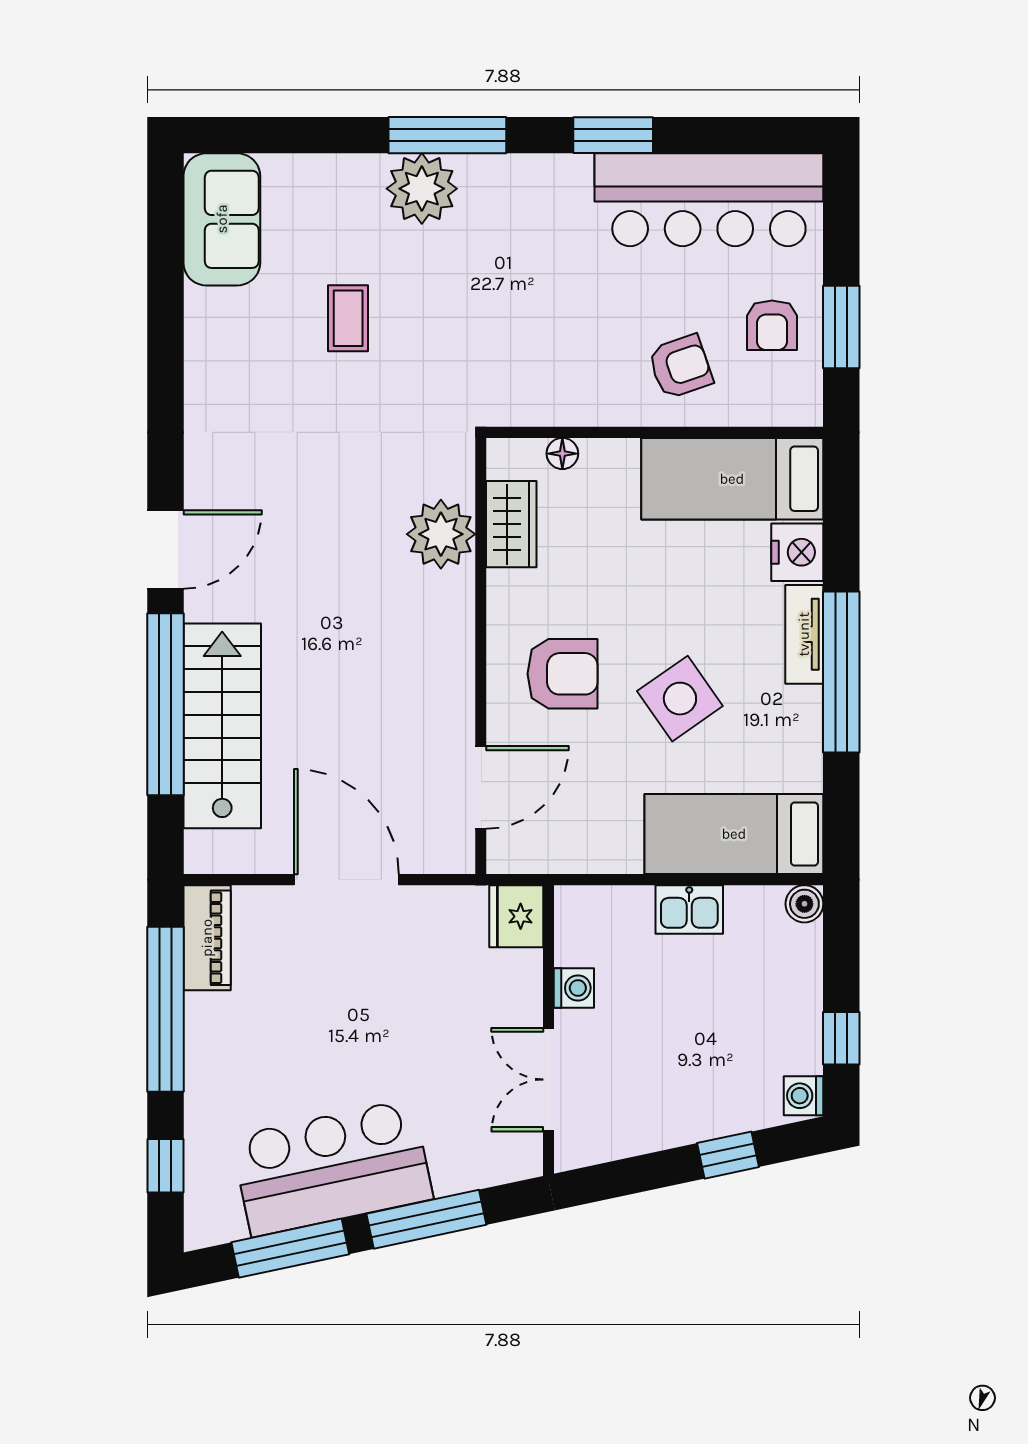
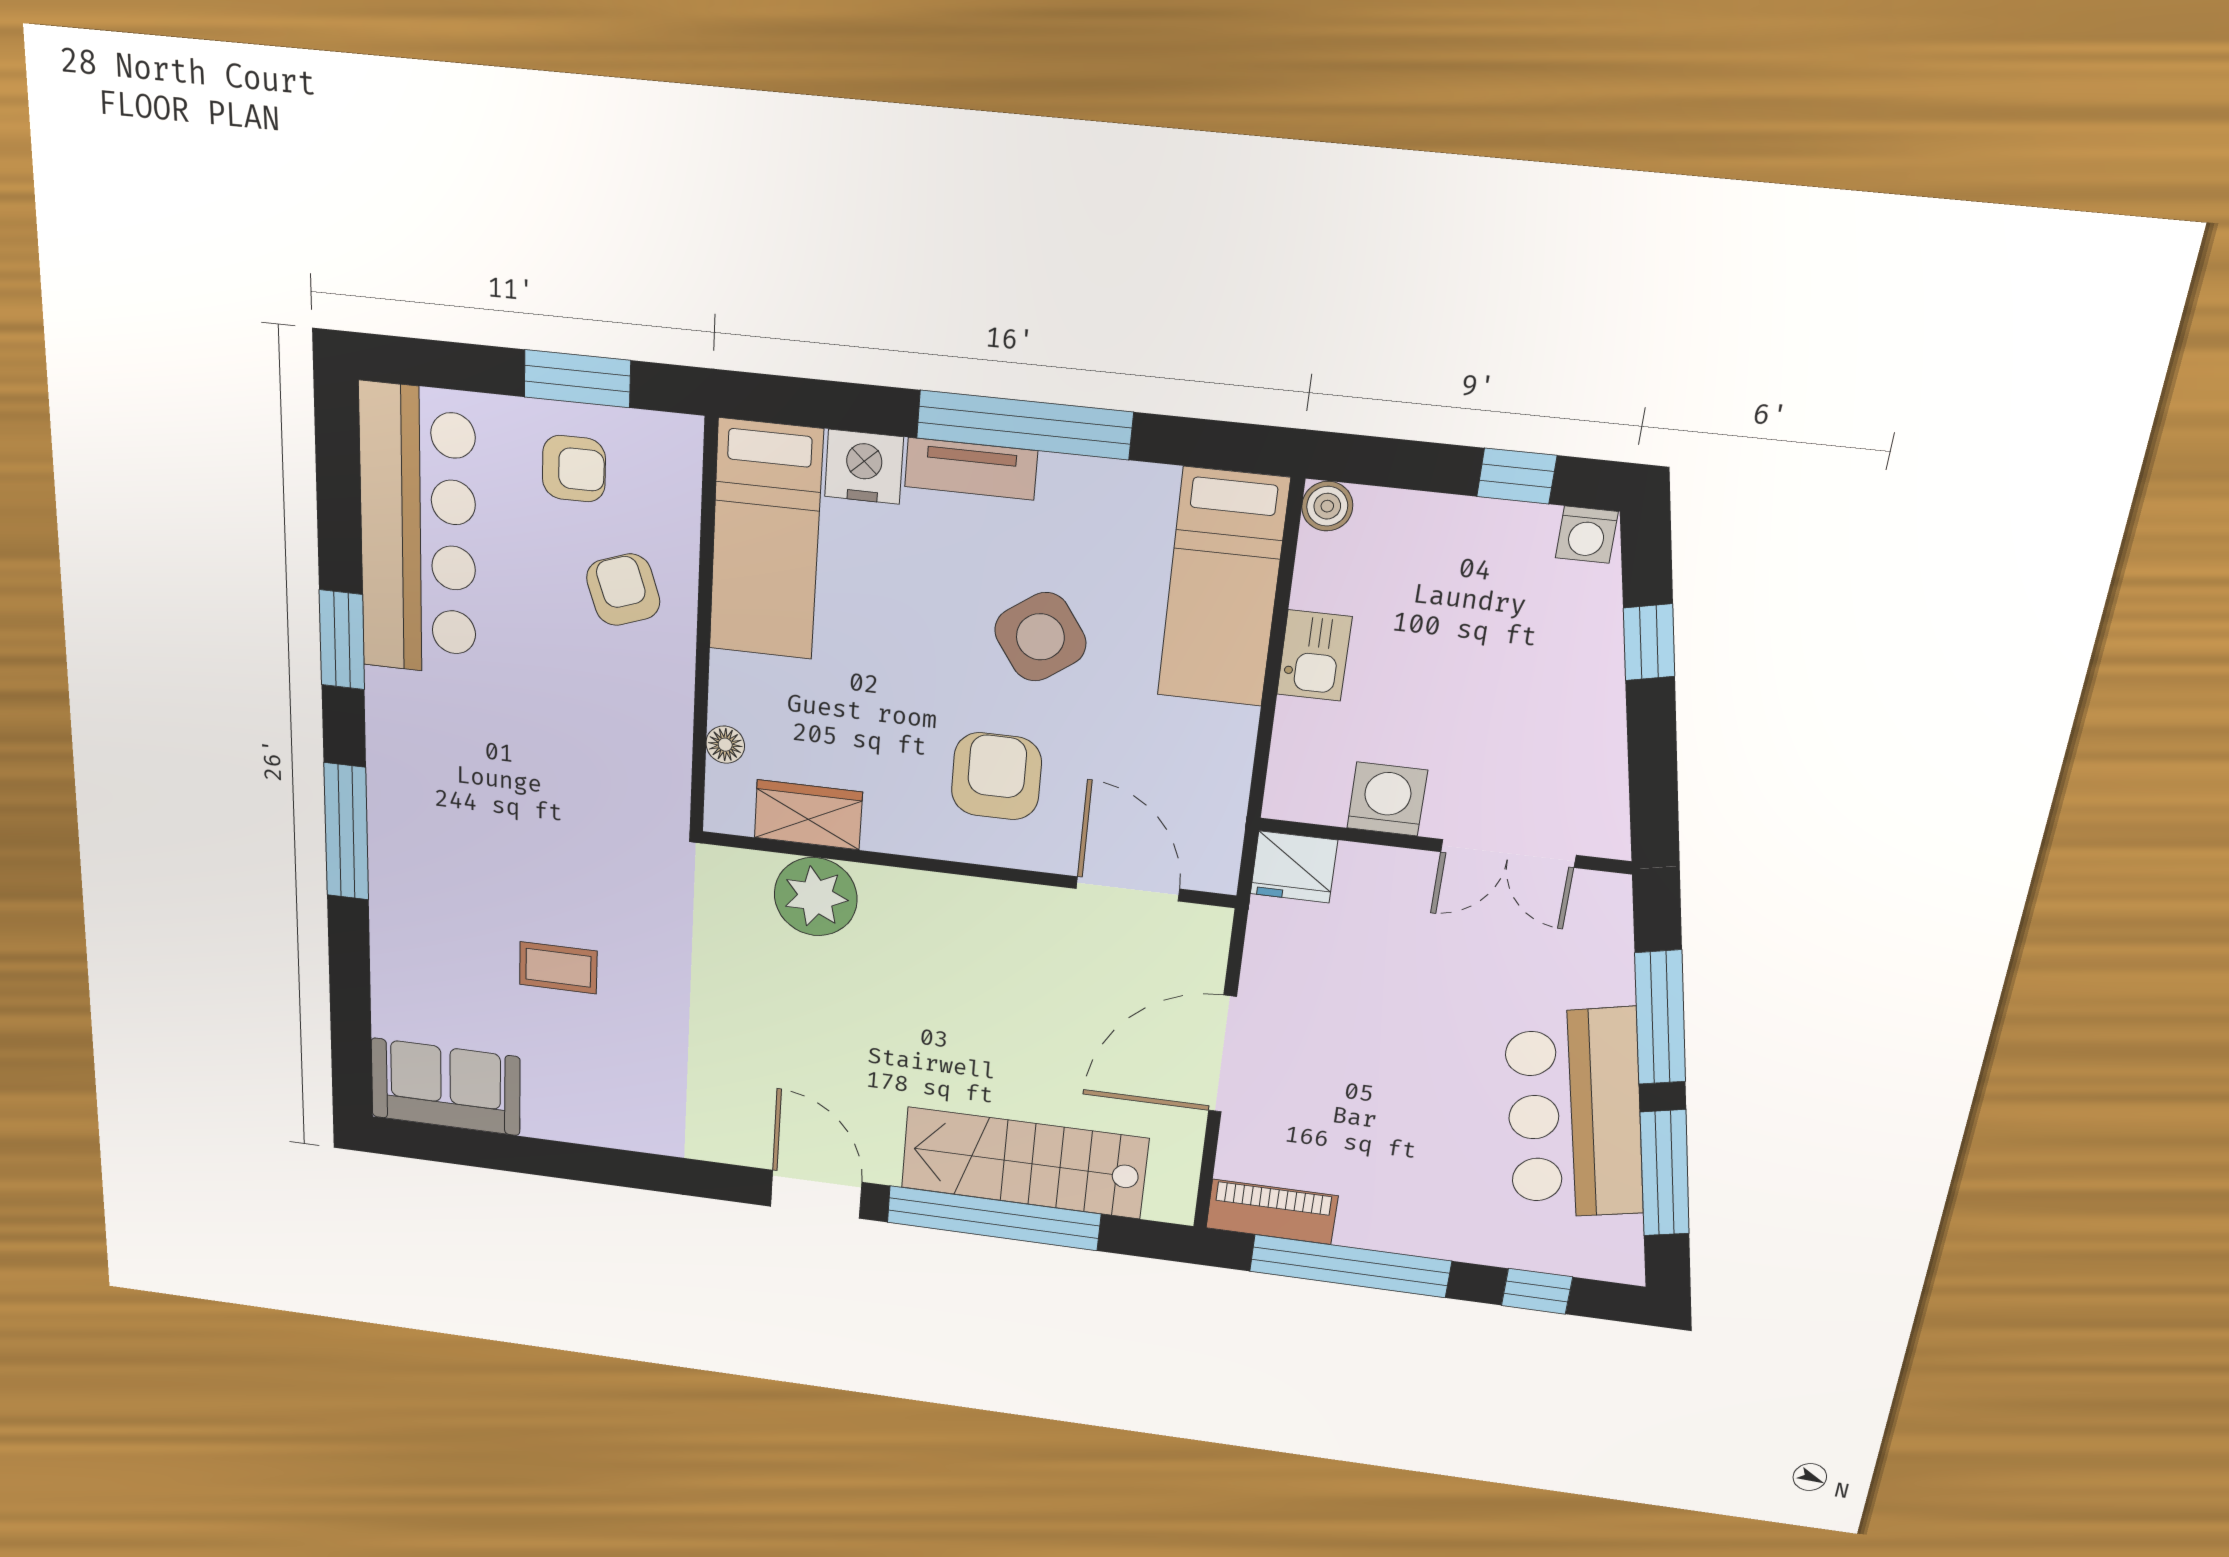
plant: (422, 189) -> (409, 868), removed
washing machine: (574, 988) -> (1387, 799), width x1.38, depth x1.38

